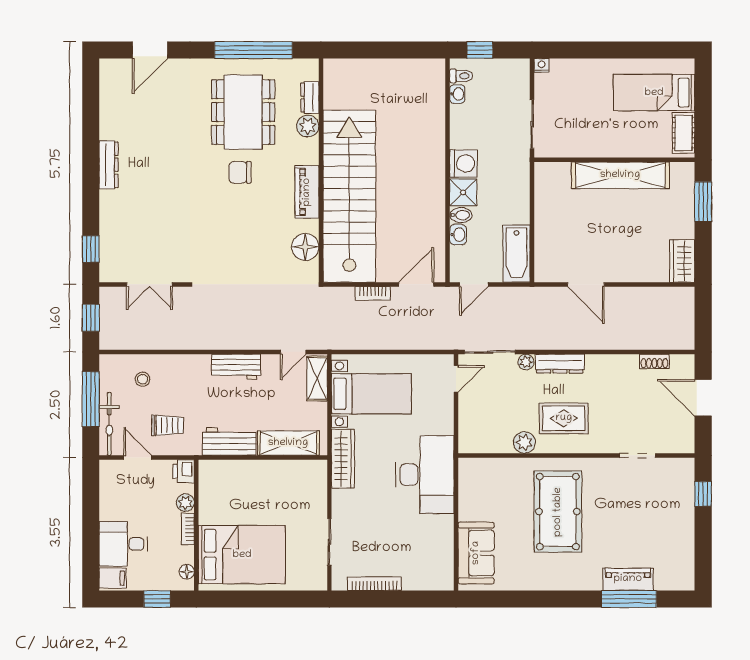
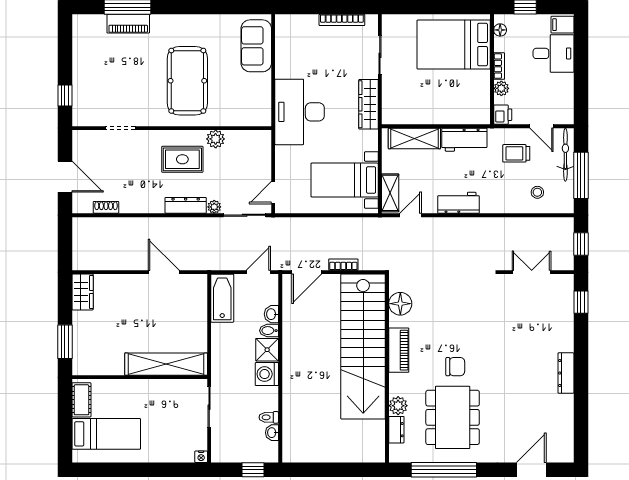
toilet: (461, 76) -> (269, 417), moved
shelving: (620, 175) -> (166, 364), moved
wardrobe: (343, 459) -> (369, 104), moved

